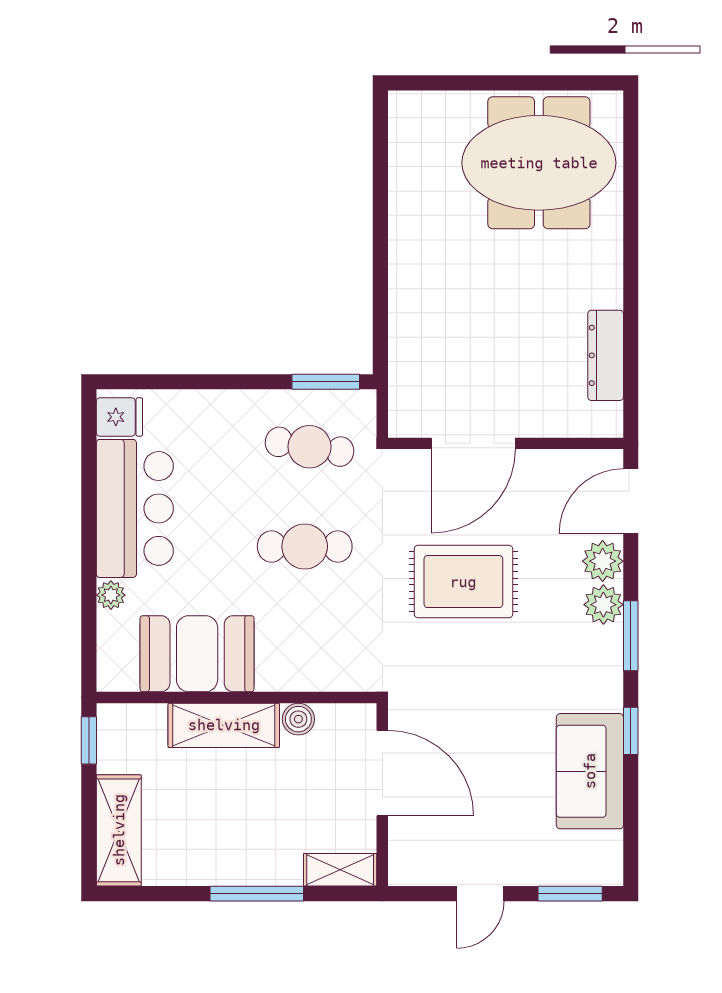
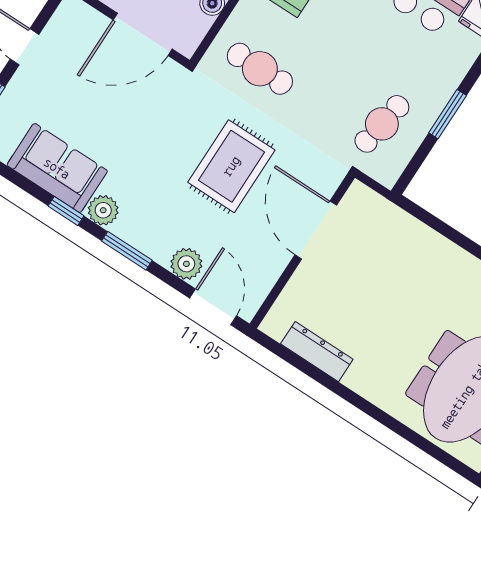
window: (326, 382) -> (448, 114), moved
cafe table: (305, 546) -> (260, 69), moved, turned 90
plant: (603, 605) -> (103, 210), moved

